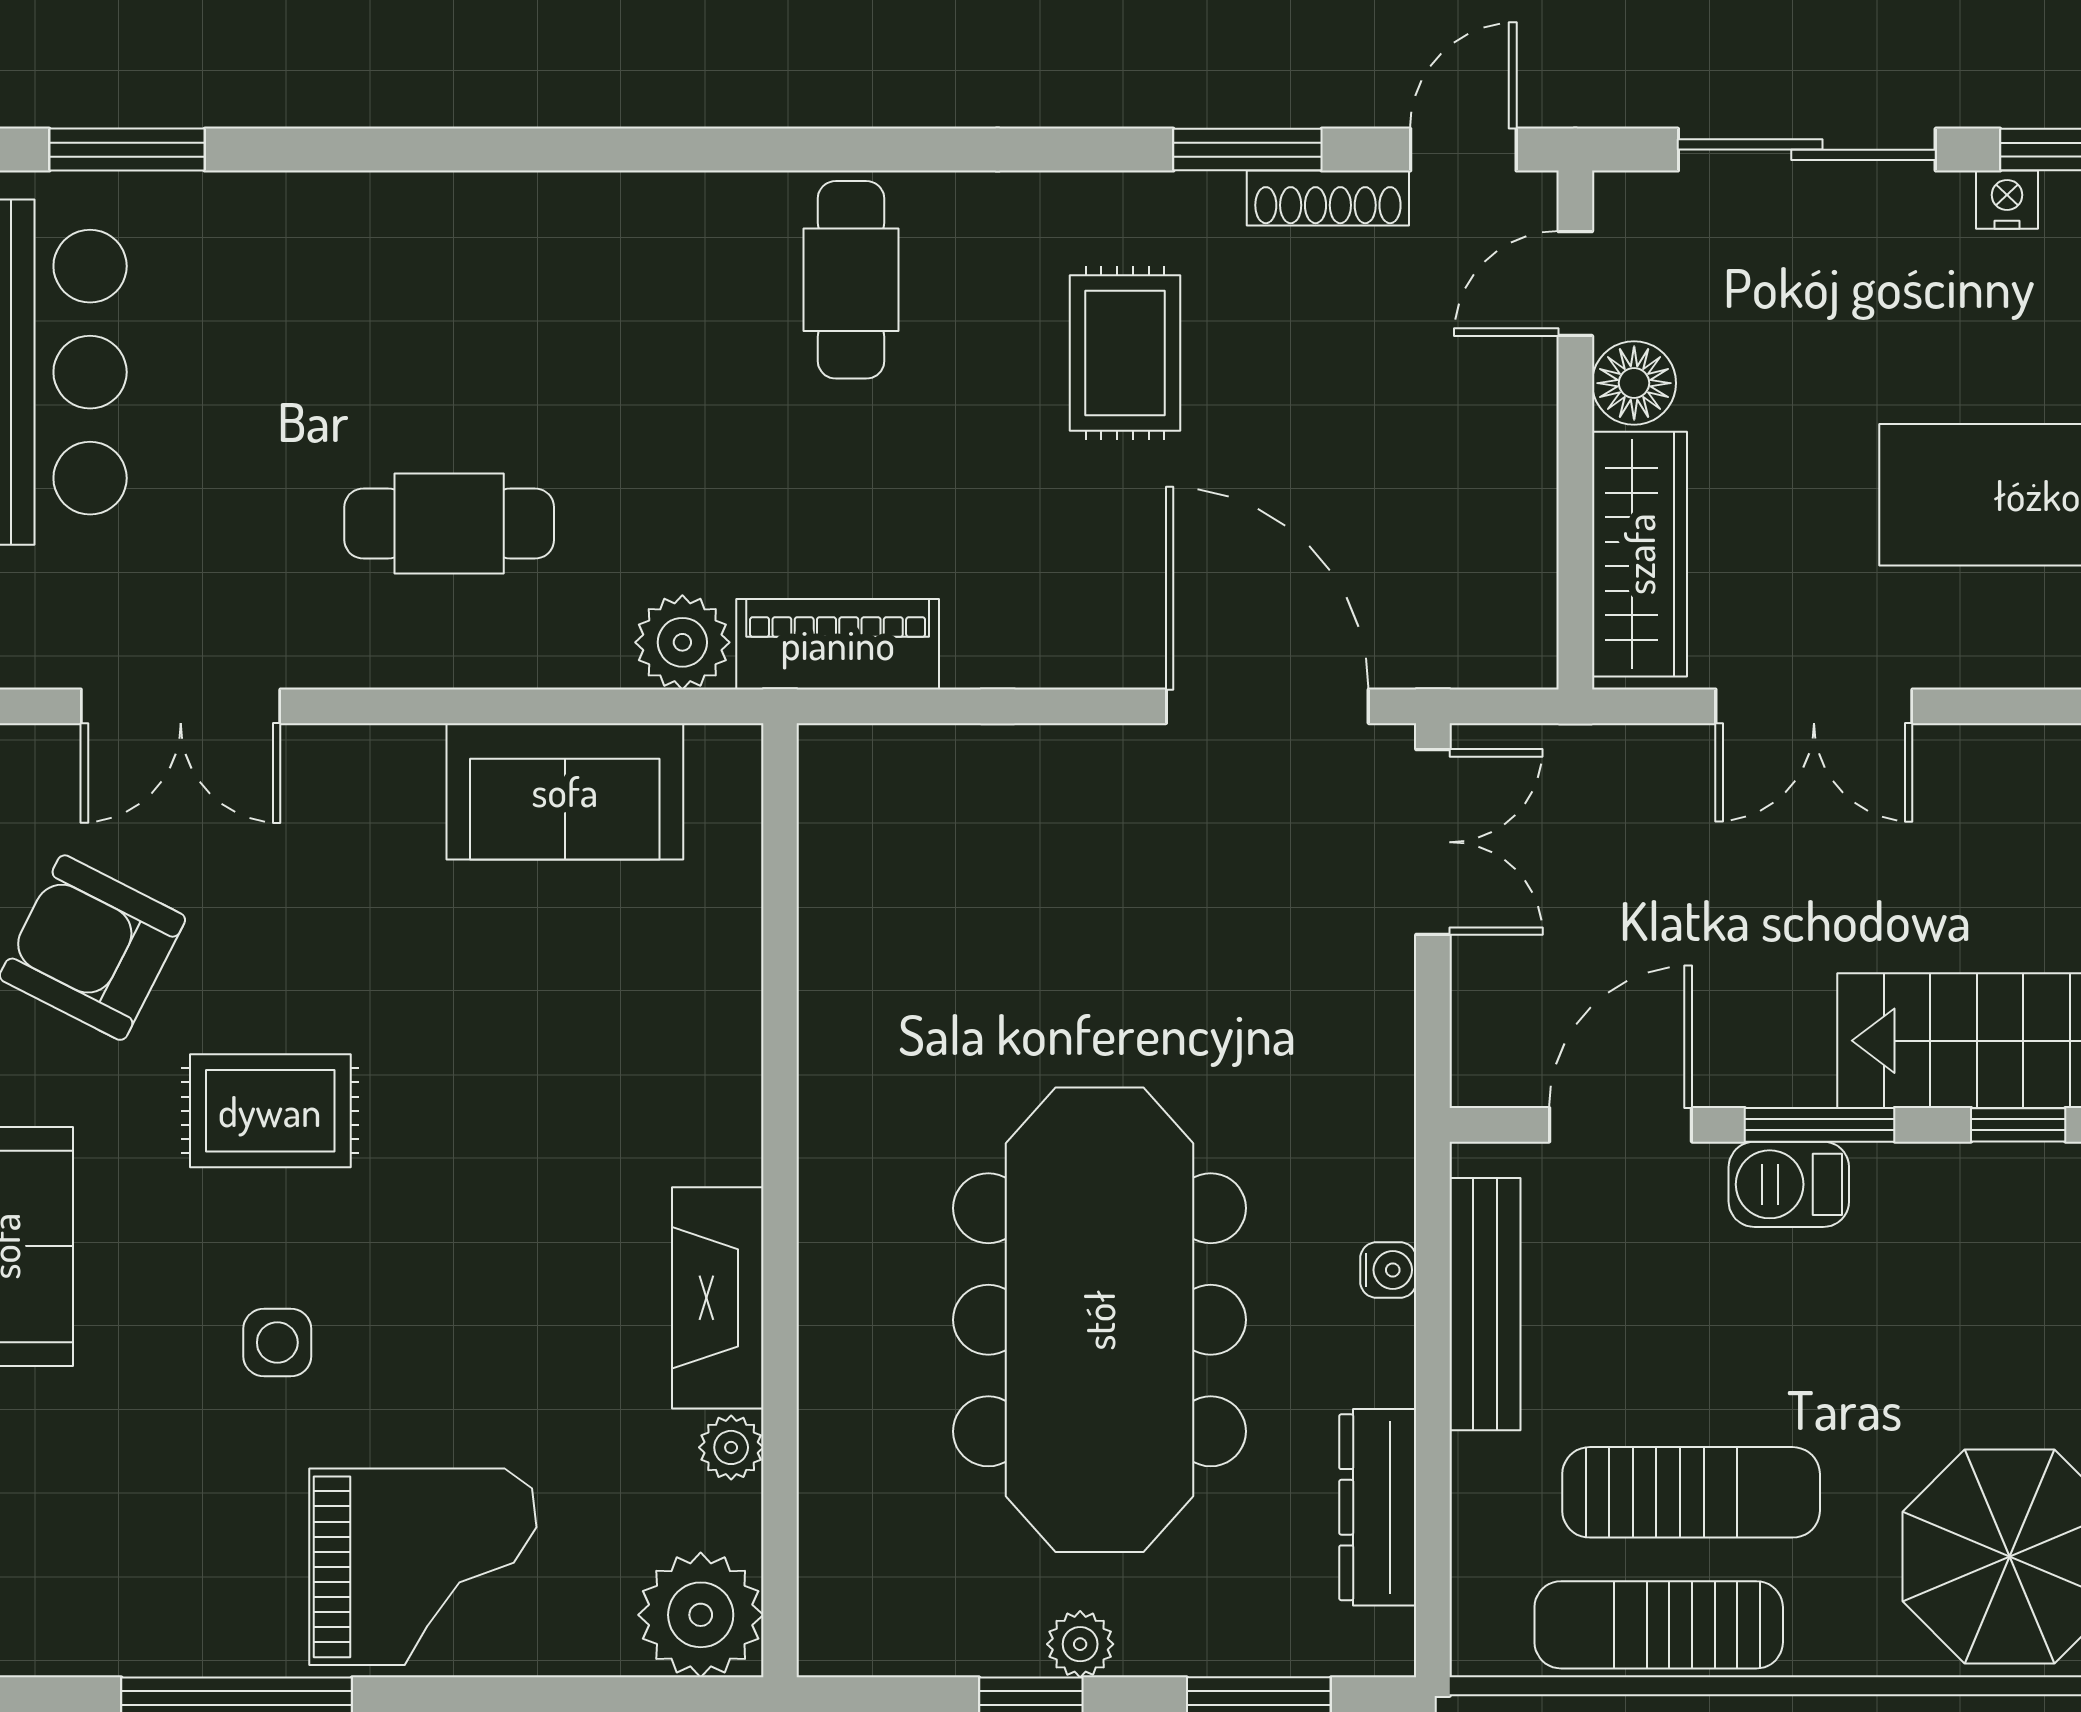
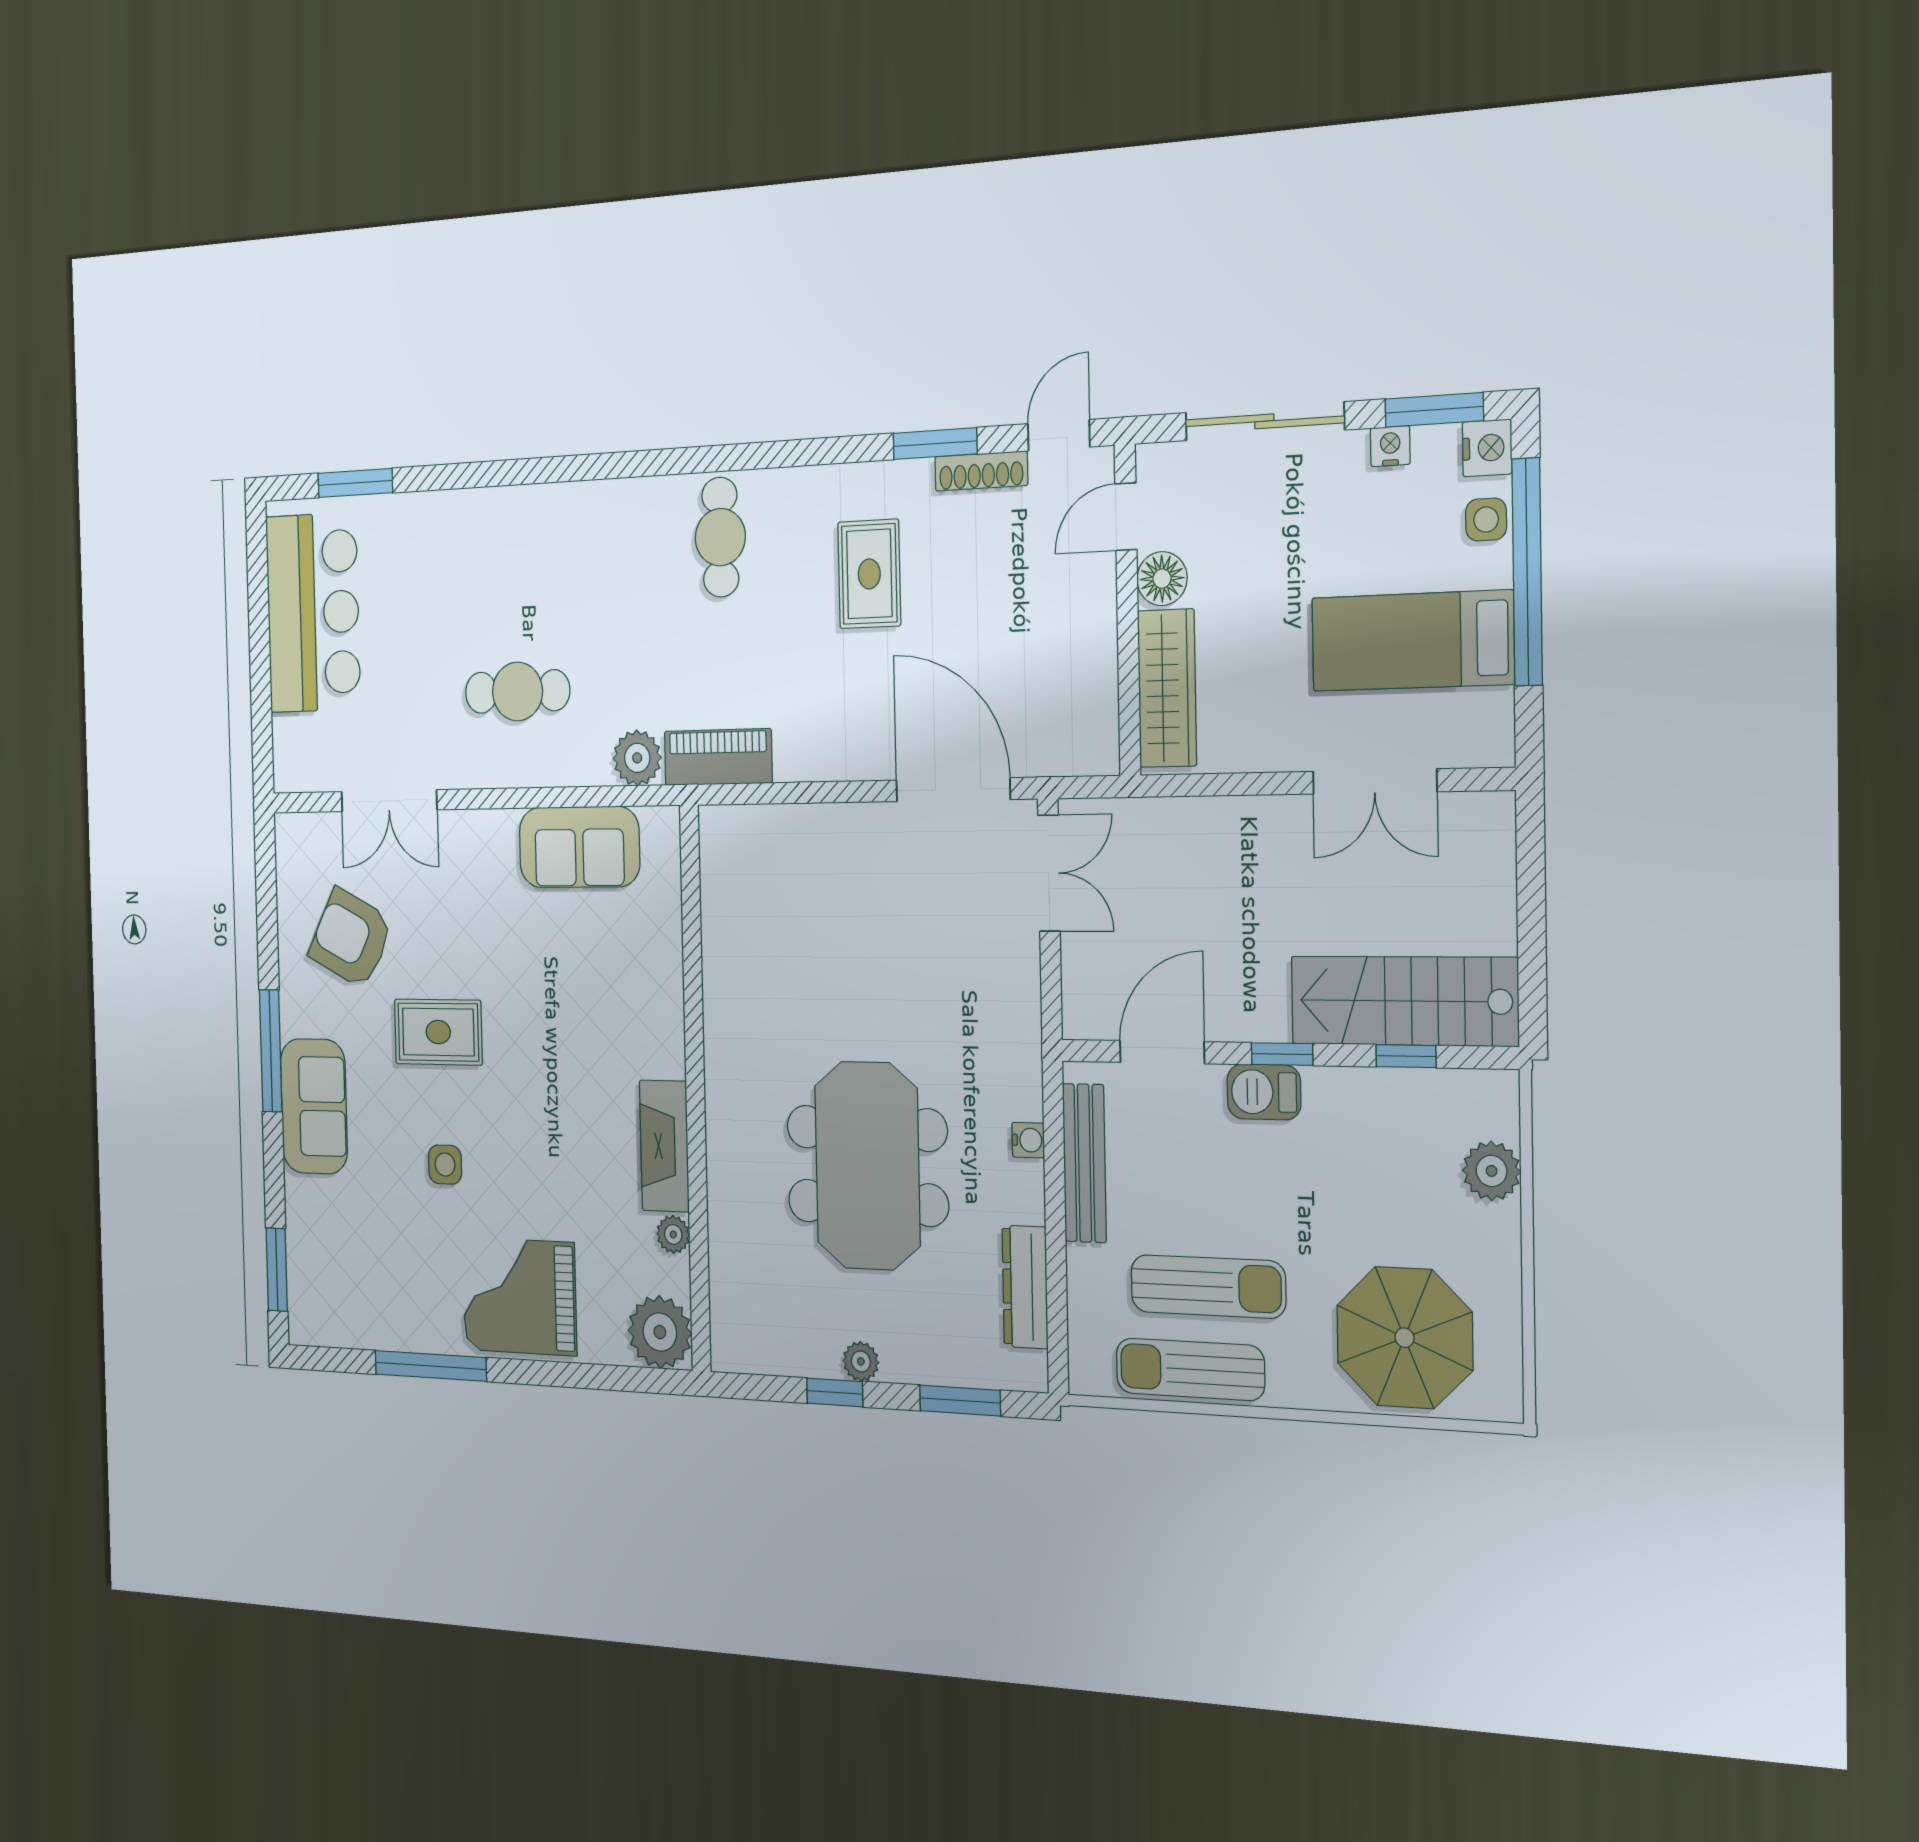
double door: (1814, 706) -> (1375, 782), moved
window: (1820, 1125) -> (1282, 1054), width x0.67
meeting table: (1099, 1320) -> (867, 1166), width x0.73
grand piano: (423, 1567) -> (519, 1296), turned 180

